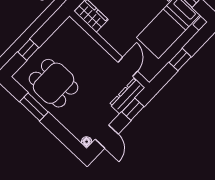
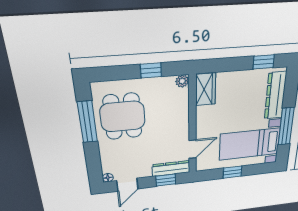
plant: (70, 24) -> (182, 81), added
window: (28, 50) -> (151, 70), moved
window: (34, 107) -> (87, 122), width x1.44

